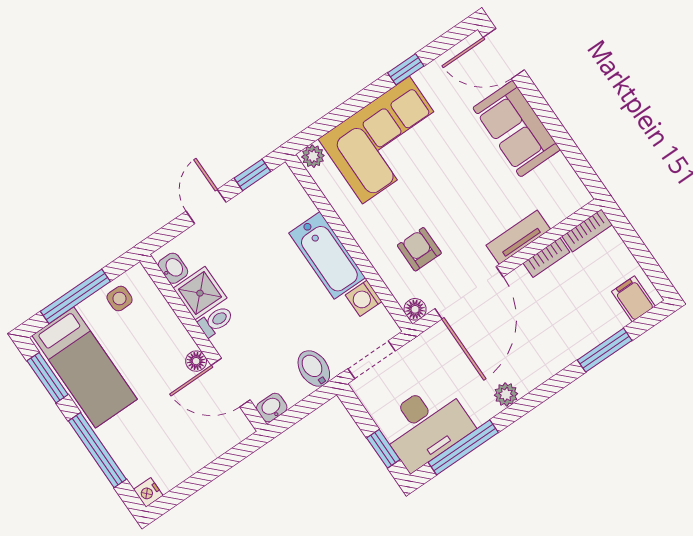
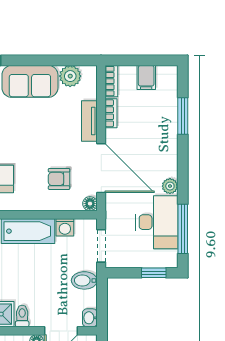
plant: (558, 175) -> (70, 76), added
filing cabinet: (633, 299) -> (146, 77), moved, turned -90
desk: (426, 426) -> (157, 222), moved

